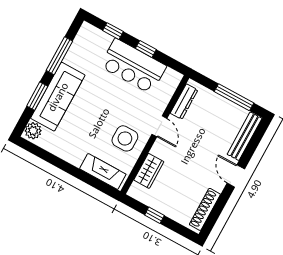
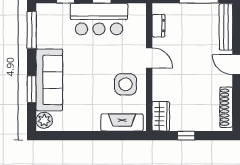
window: (59, 56) -> (32, 30), moved
dresser: (184, 102) -> (159, 26), width x0.70
wardrobe: (149, 171) -> (161, 116), moved

